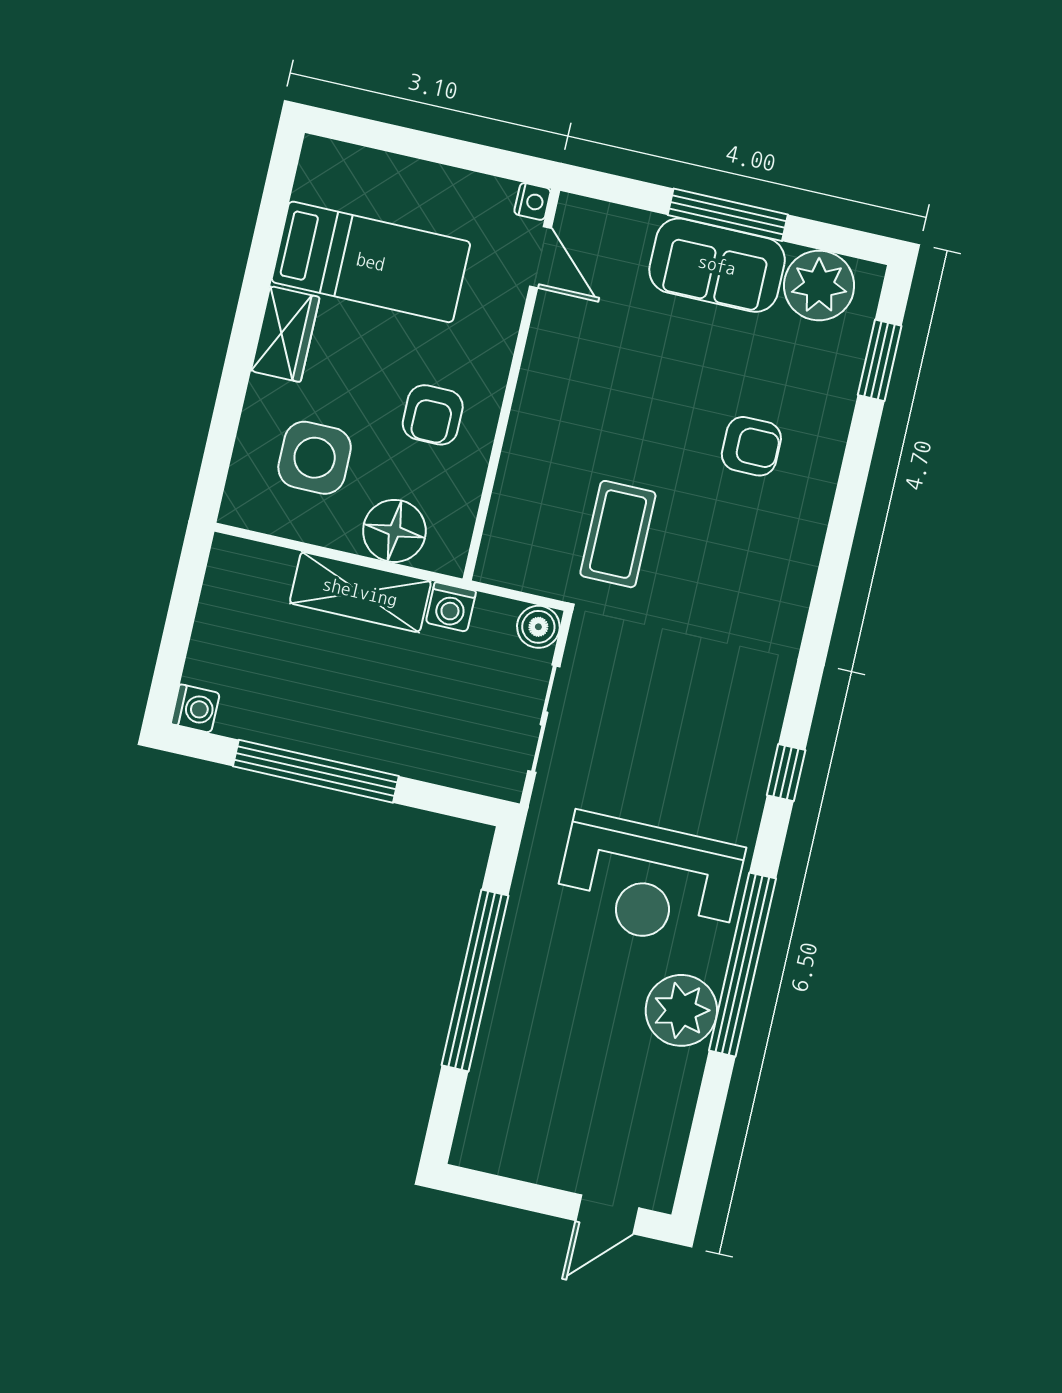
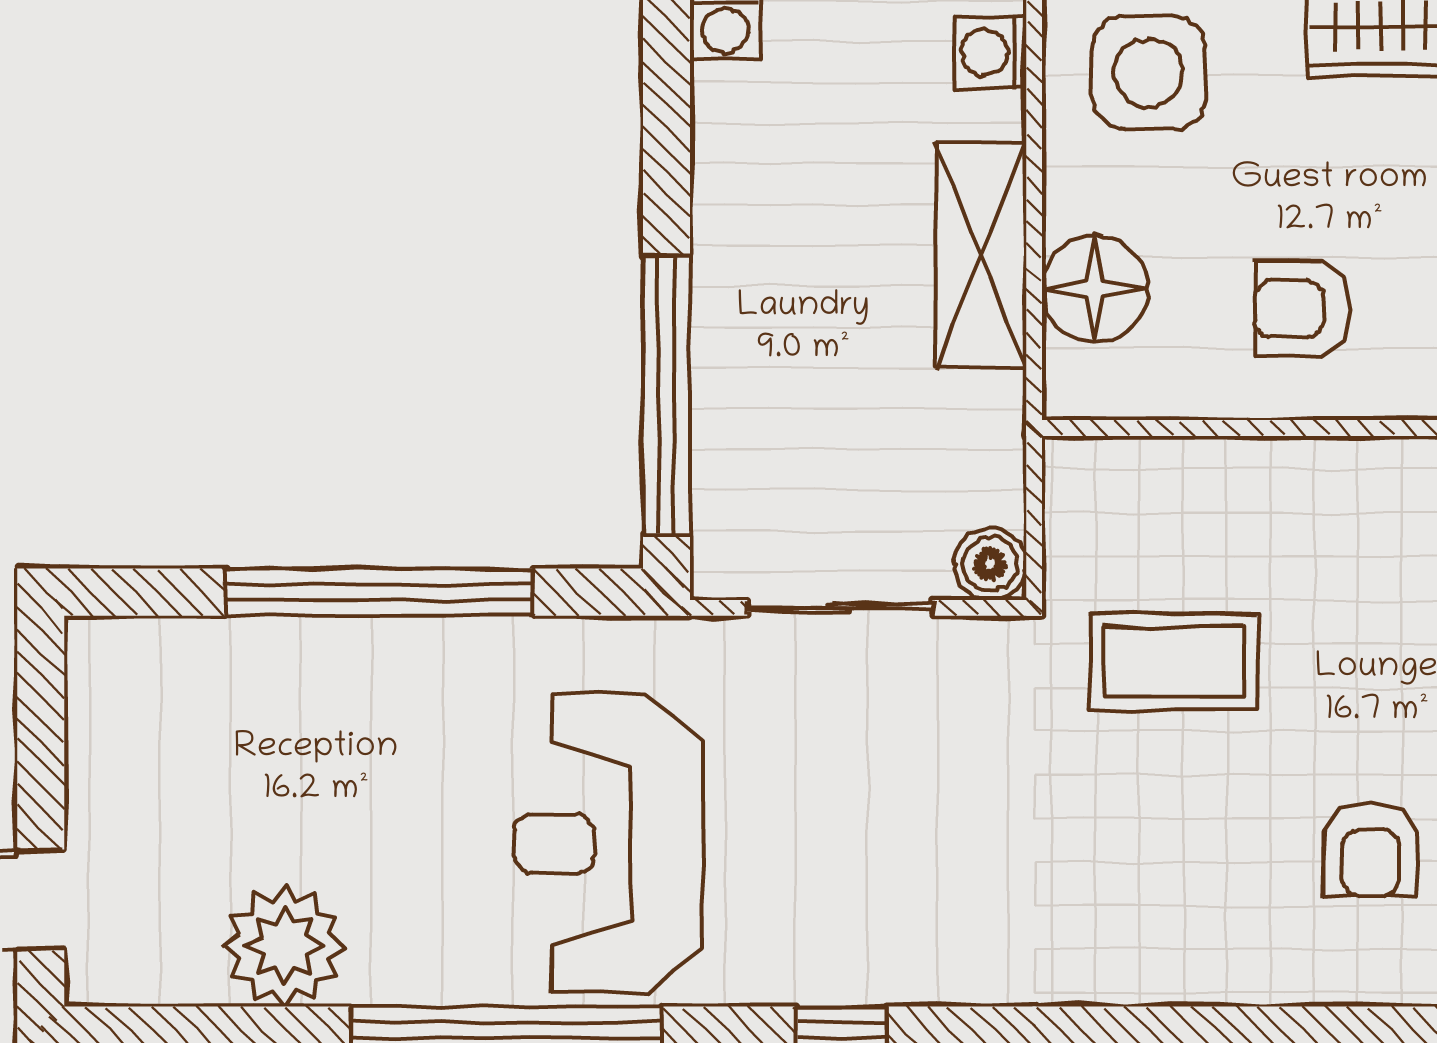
side table: (315, 458) -> (1149, 72), moved
washing machine: (451, 607) -> (990, 52), moved
window: (316, 771) -> (666, 395), moved
plant: (681, 1010) -> (284, 946), moved

